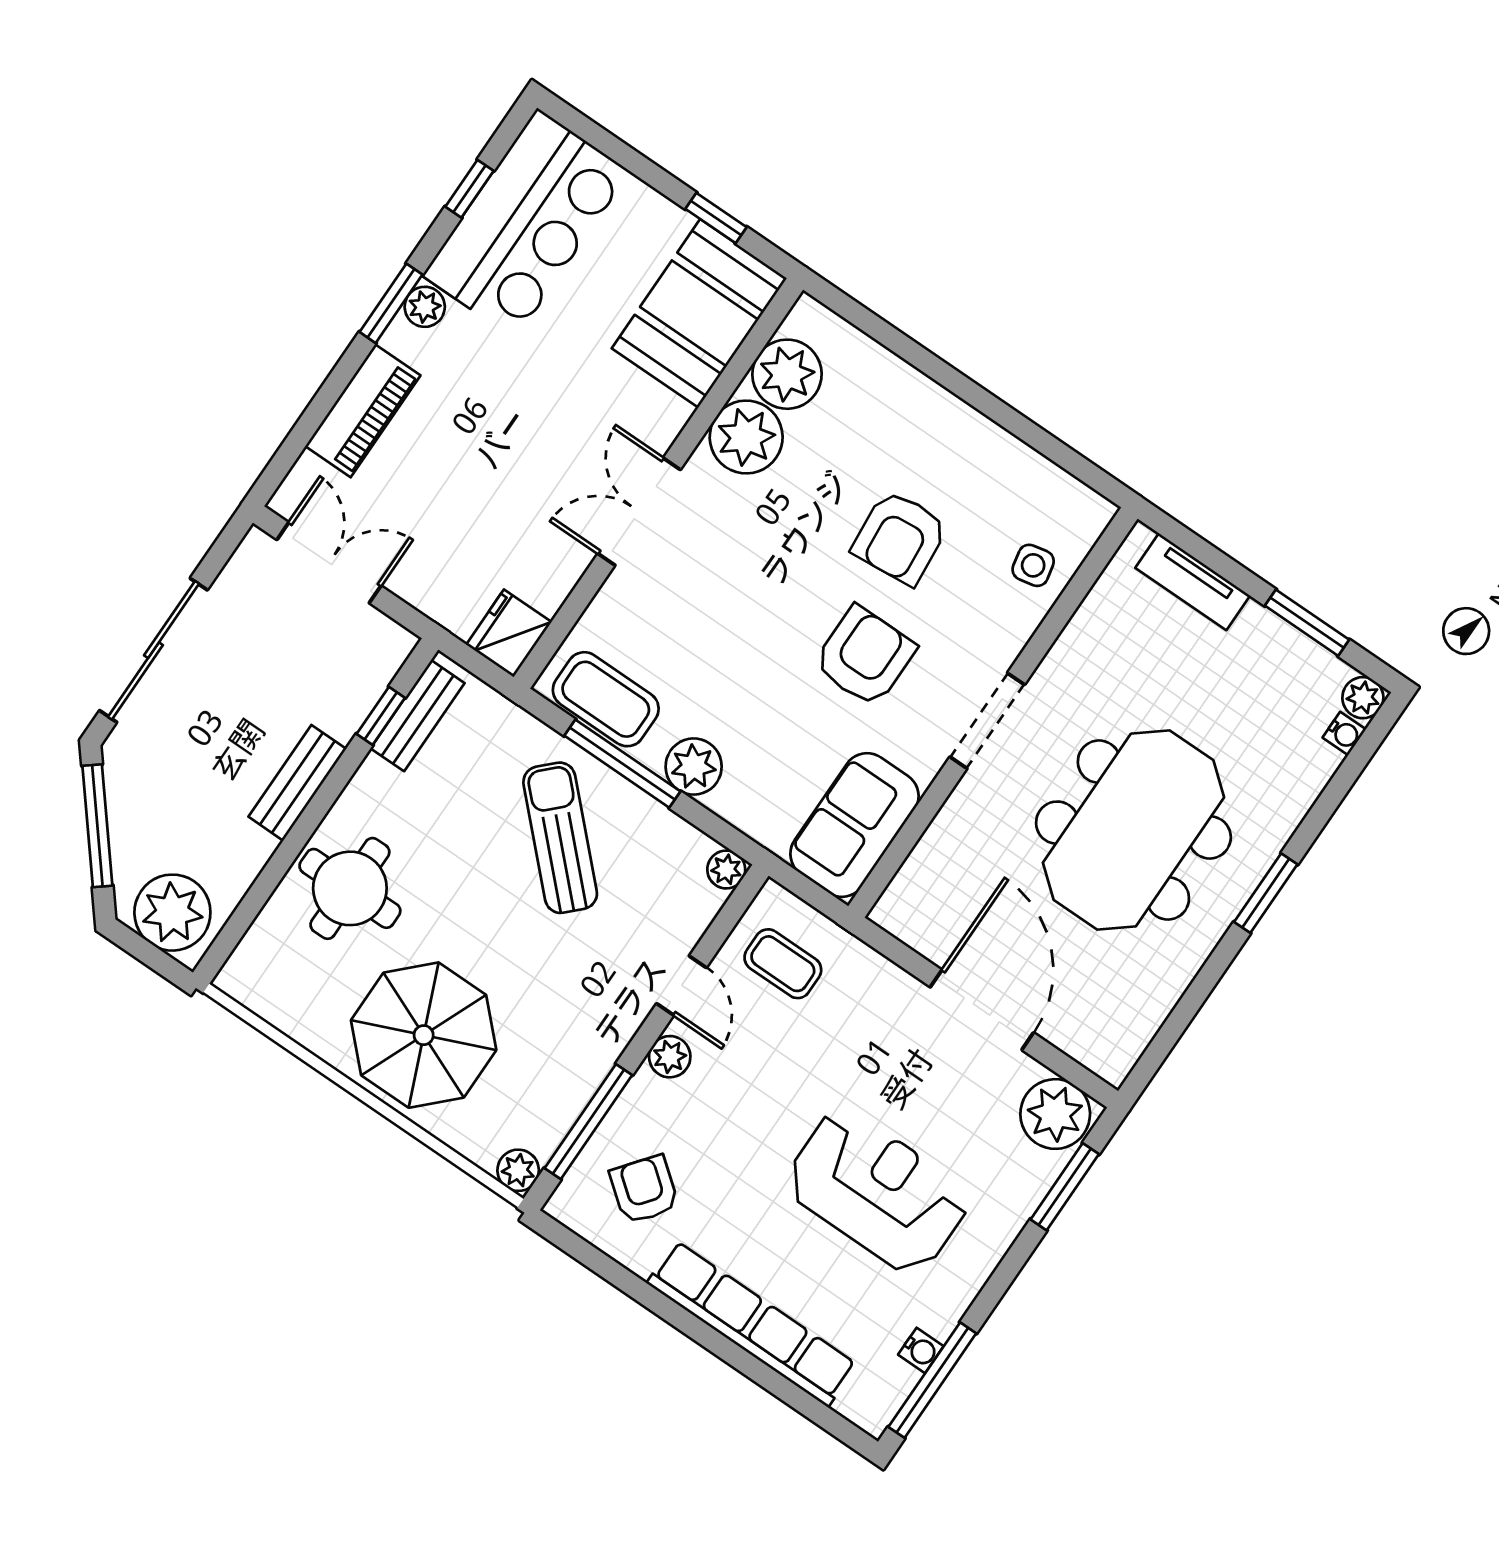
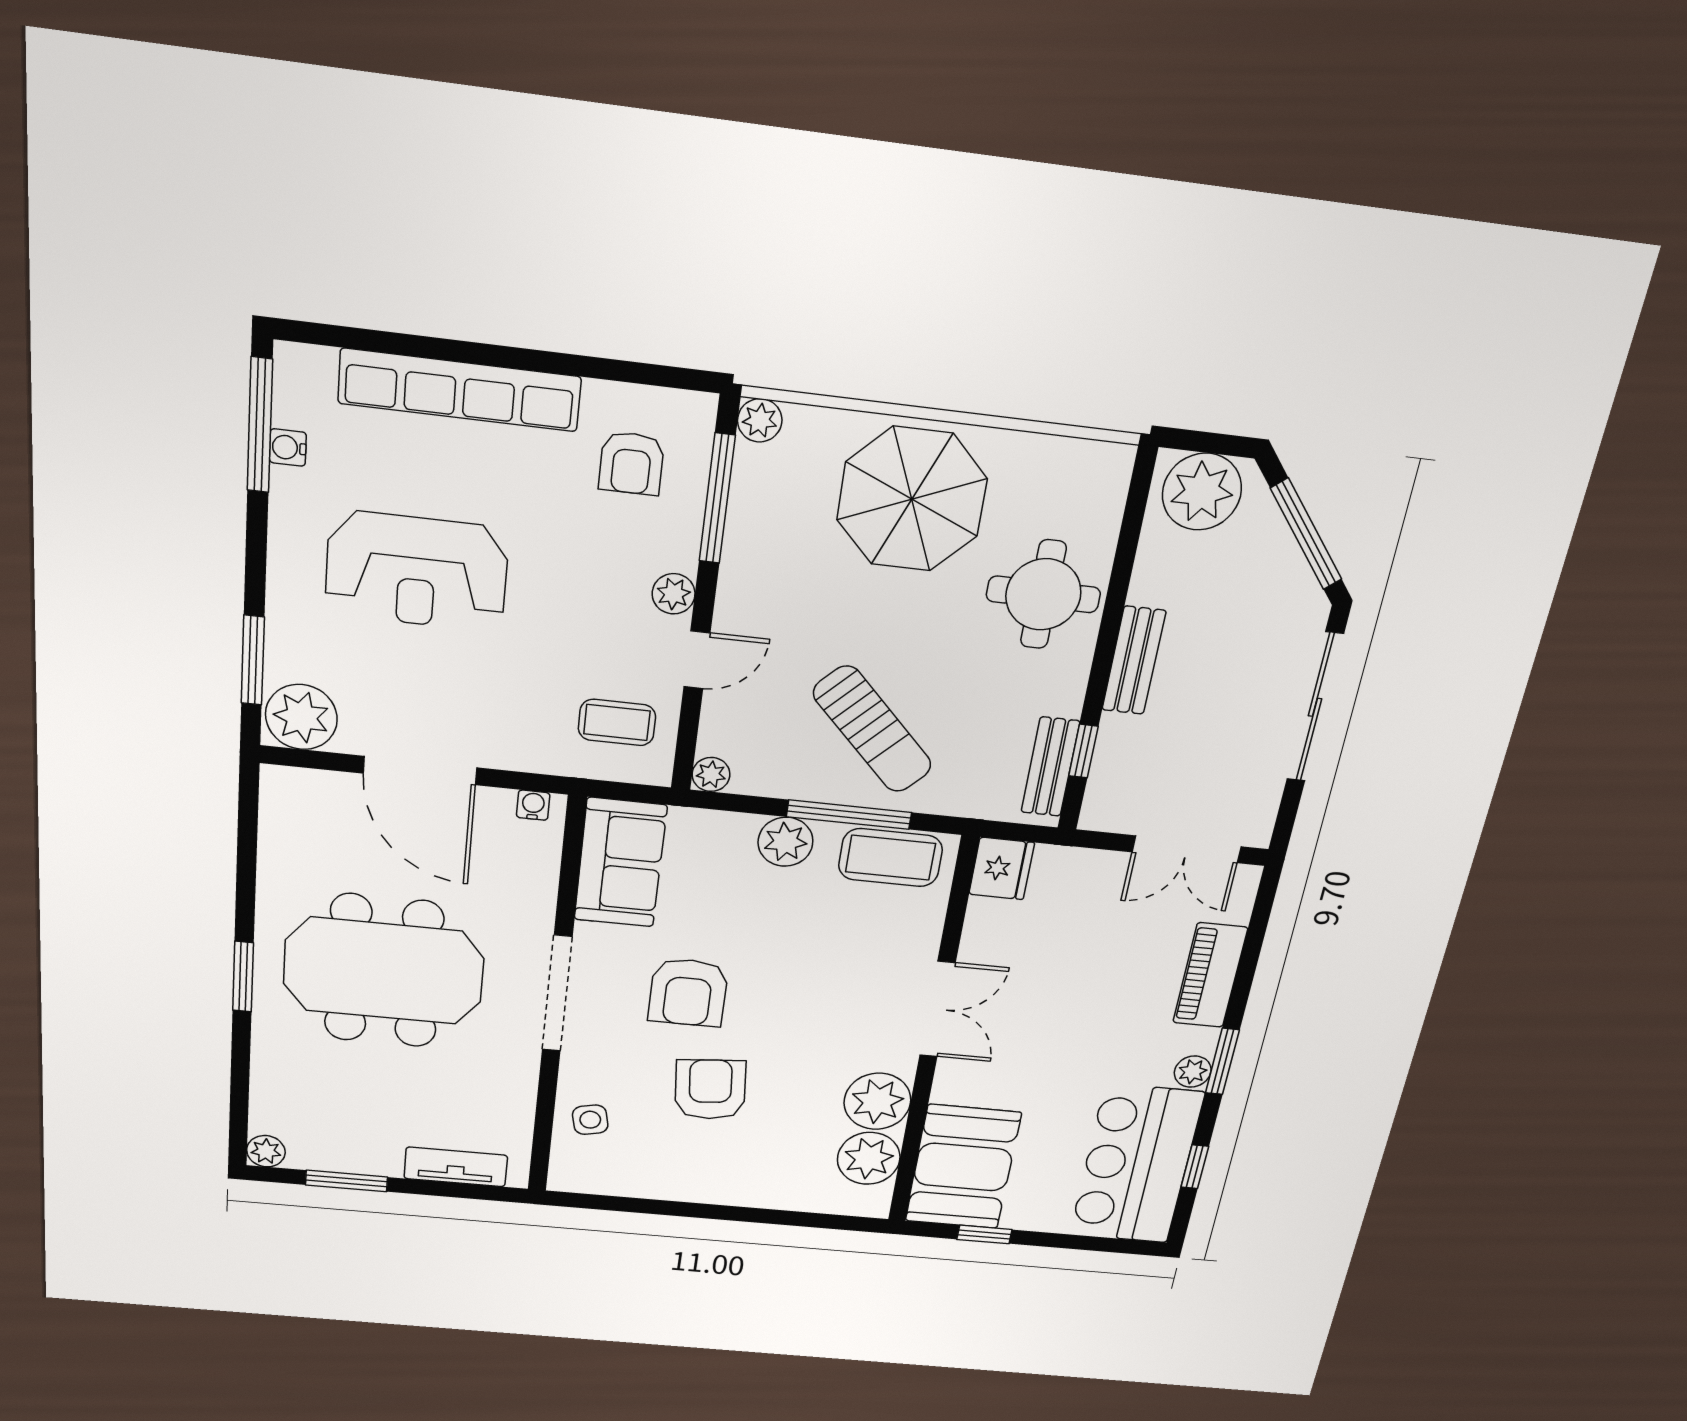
doorway: (987, 721) -> (557, 993), width x1.36
water cooler: (1344, 733) -> (533, 805), moved, turned 90
meeting table: (1133, 830) -> (384, 971), turned 90
door: (682, 986) -> (697, 660), swing flipped
armchair: (644, 1189) -> (631, 463), turned 52

